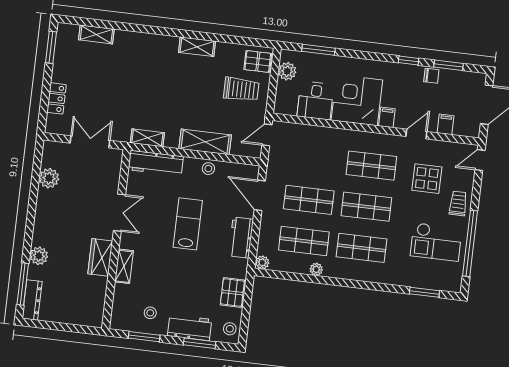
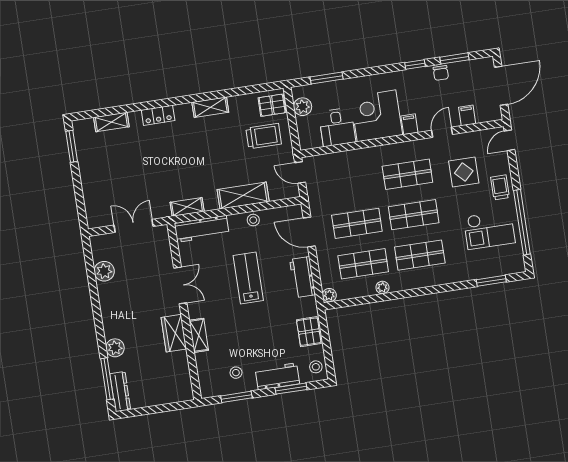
chair: (431, 76) -> (441, 73), turned 90
locker: (56, 98) -> (158, 115), moved, turned 90
door: (267, 135) -> (300, 173), hinge flipped

